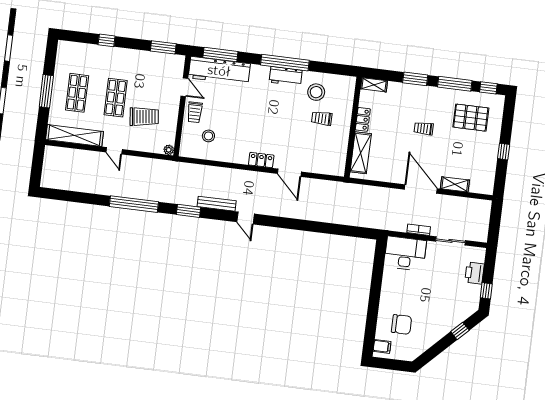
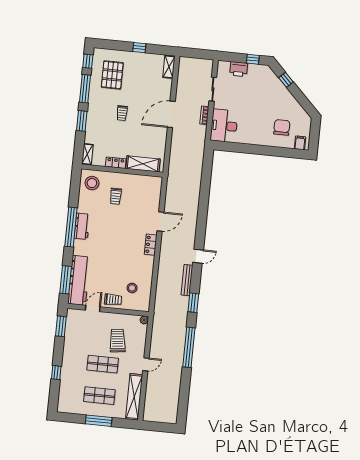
stool: (316, 92) -> (92, 183), moved
shelving: (455, 184) -> (169, 67), moved

